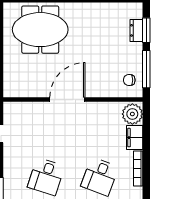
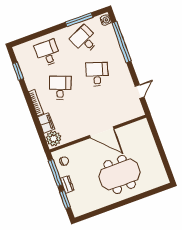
meeting table: (40, 30) -> (120, 174), moved
dresser: (136, 30) -> (67, 184), moved
door: (67, 100) -> (102, 132), hinge flipped

